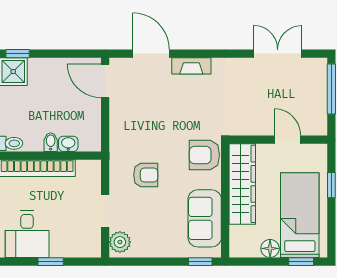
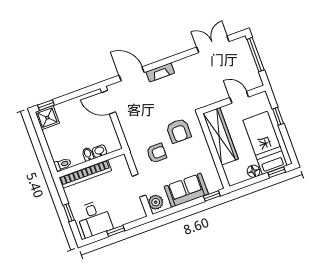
armchair: (204, 155) -> (179, 131), moved, turned -90
sofa: (205, 218) -> (186, 190), moved, turned 90

